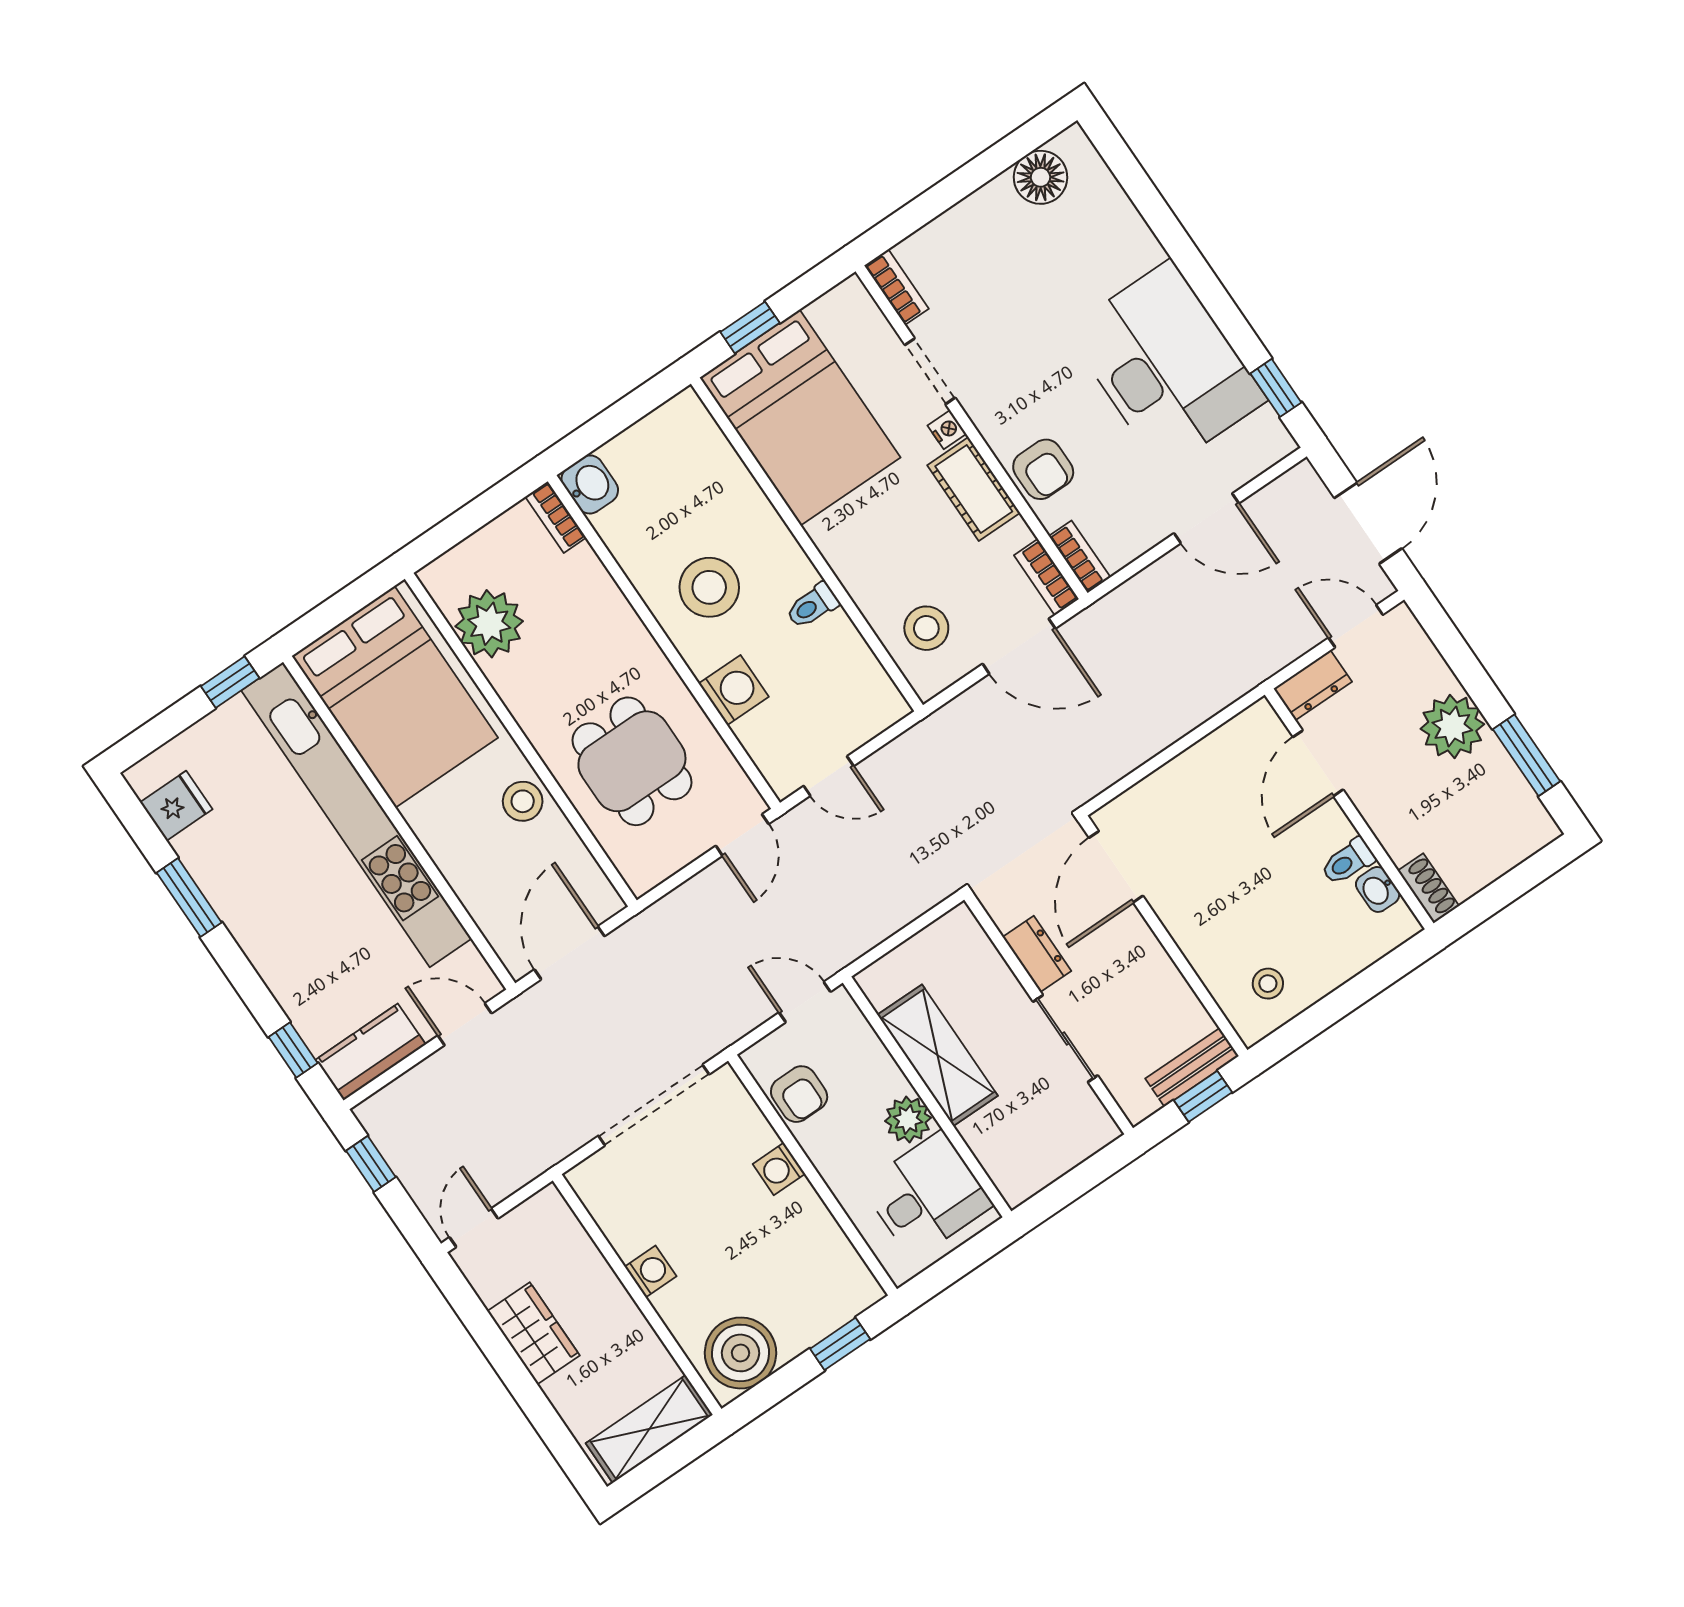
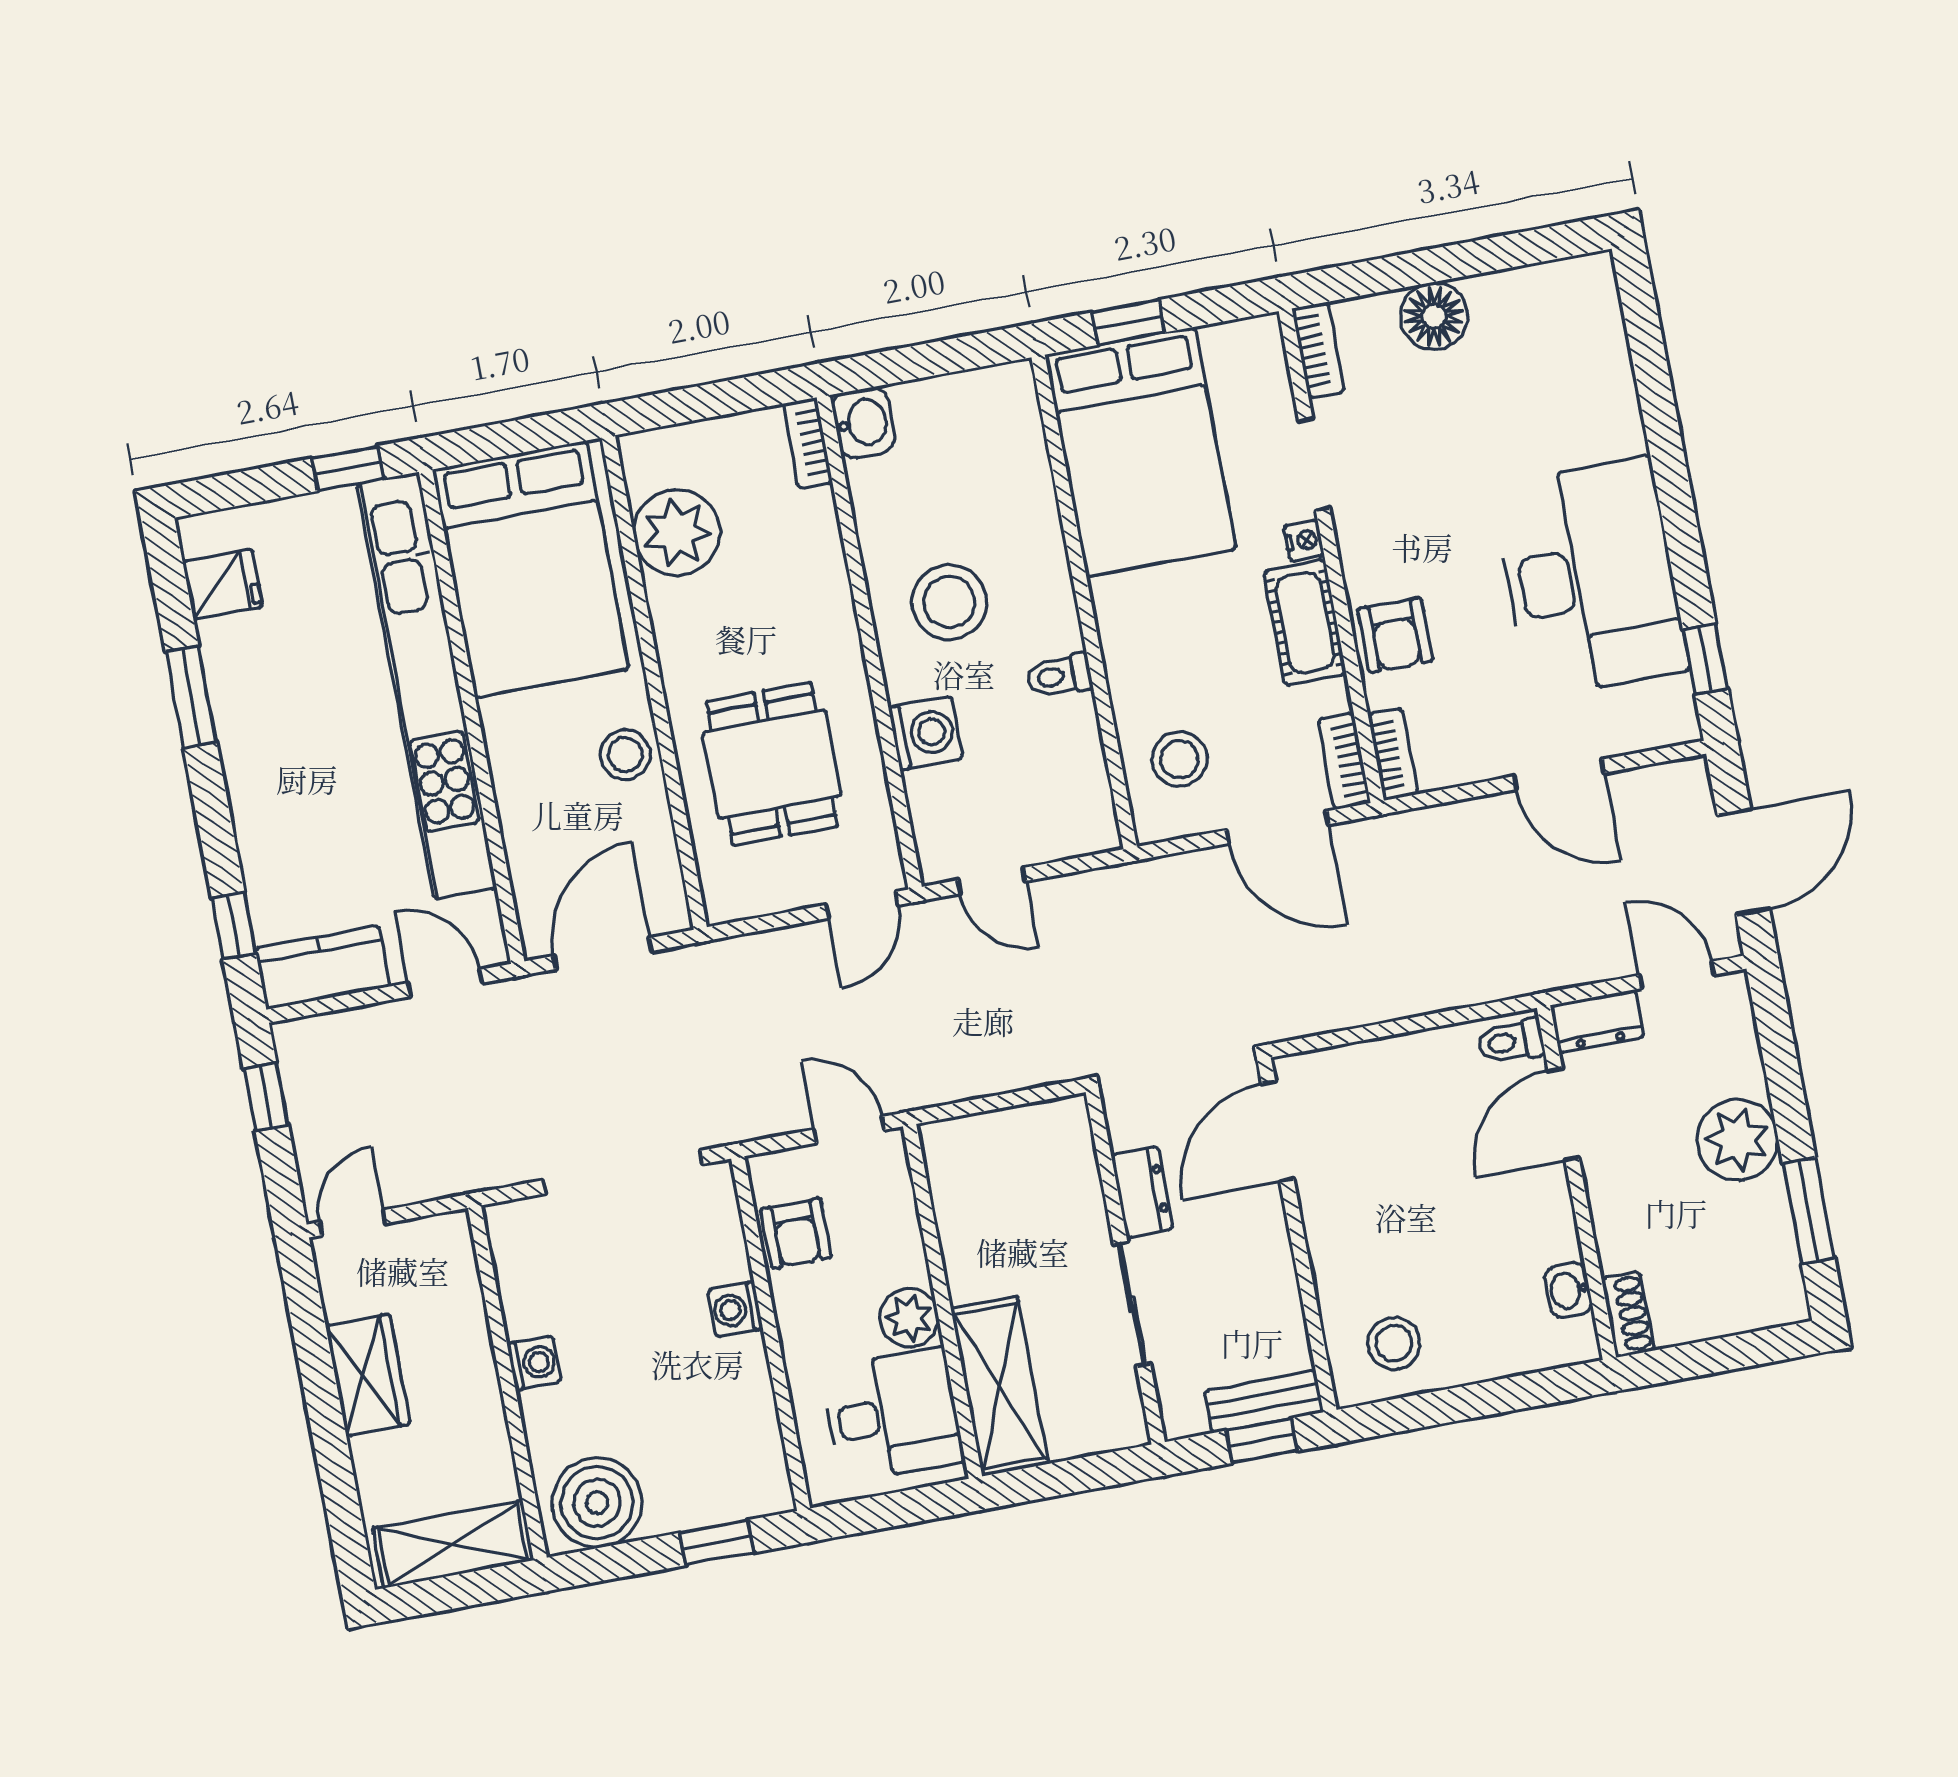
floor lamp: (1041, 177) -> (1434, 316), moved
toilet: (1348, 862) -> (1511, 1042), moved
stool: (1268, 984) -> (1394, 1343), width x1.37, depth x1.37
shelving: (938, 1055) -> (1000, 1386), moved

